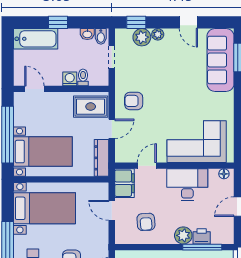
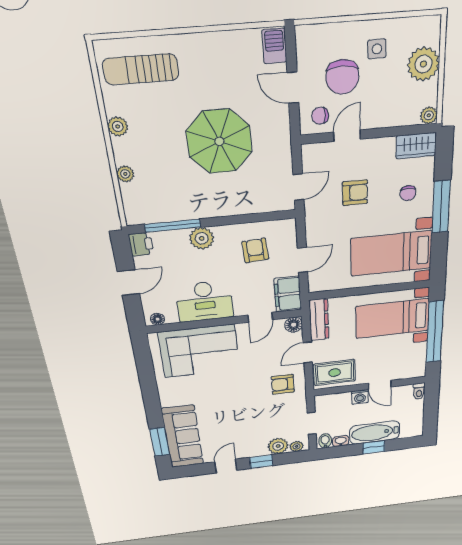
window: (136, 22) -> (261, 462), moved
door: (188, 22) -> (226, 466), hinge flipped
plant: (158, 34) -> (297, 446), moved
bathtub: (36, 39) -> (375, 432), moved
toilet: (83, 77) -> (419, 391), moved
door: (34, 89) -> (380, 385), moved
armchair: (134, 101) -> (283, 384), turned 180
floor lamp: (122, 156) -> (294, 325), added
door: (112, 210) -> (303, 260), hinge flipped
printer: (202, 236) -> (141, 244), moved, turned -90

